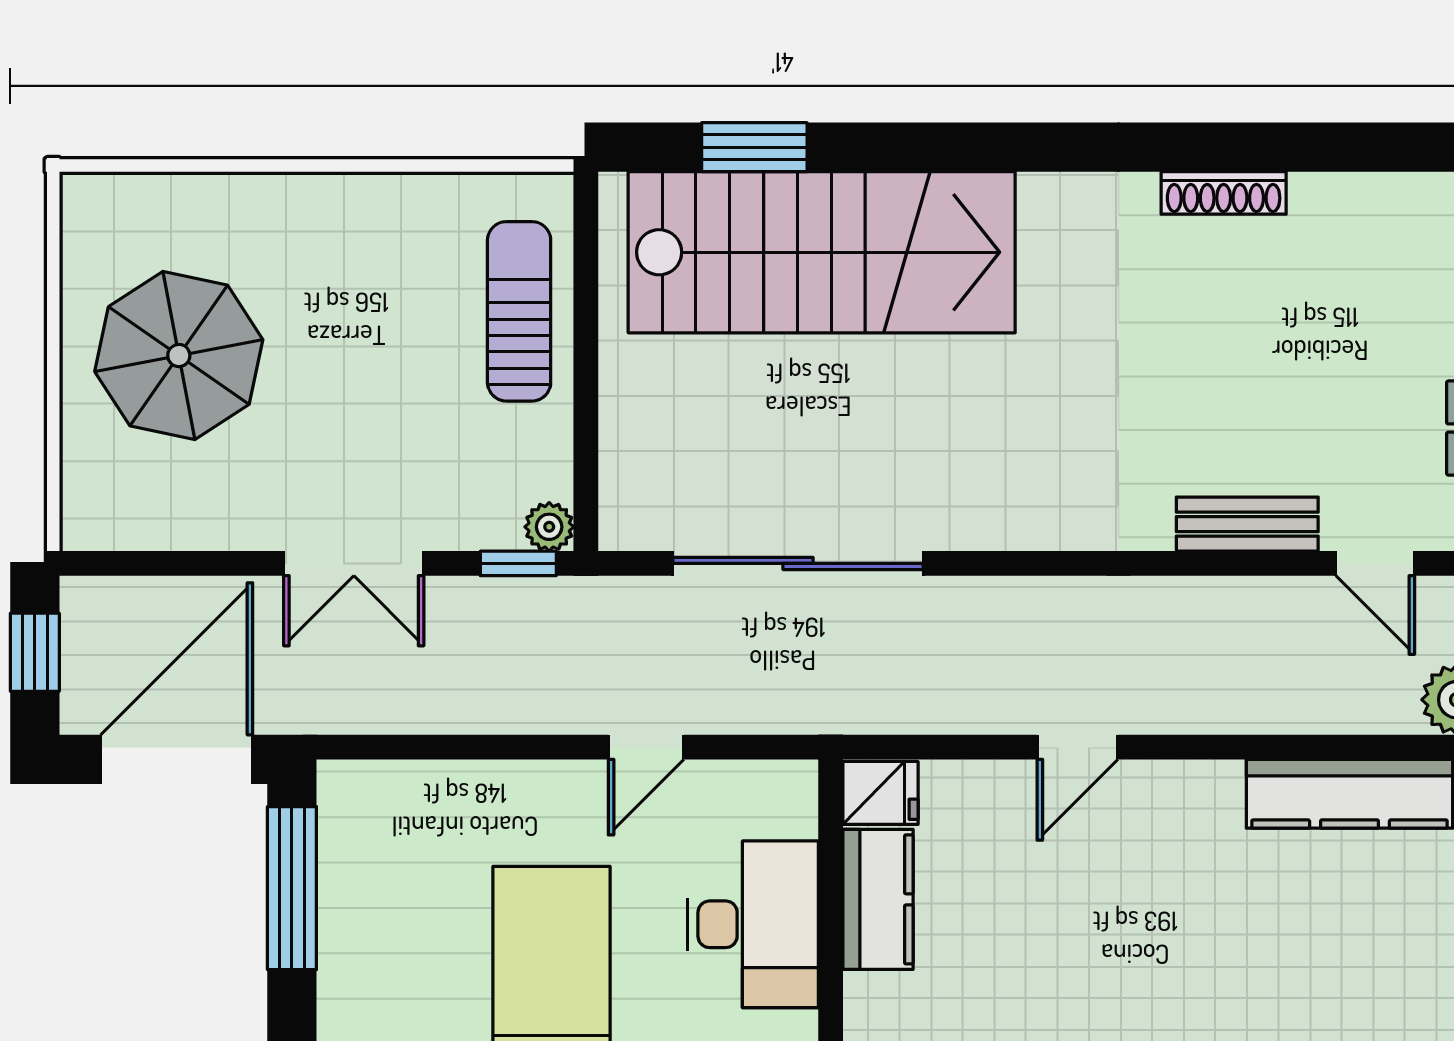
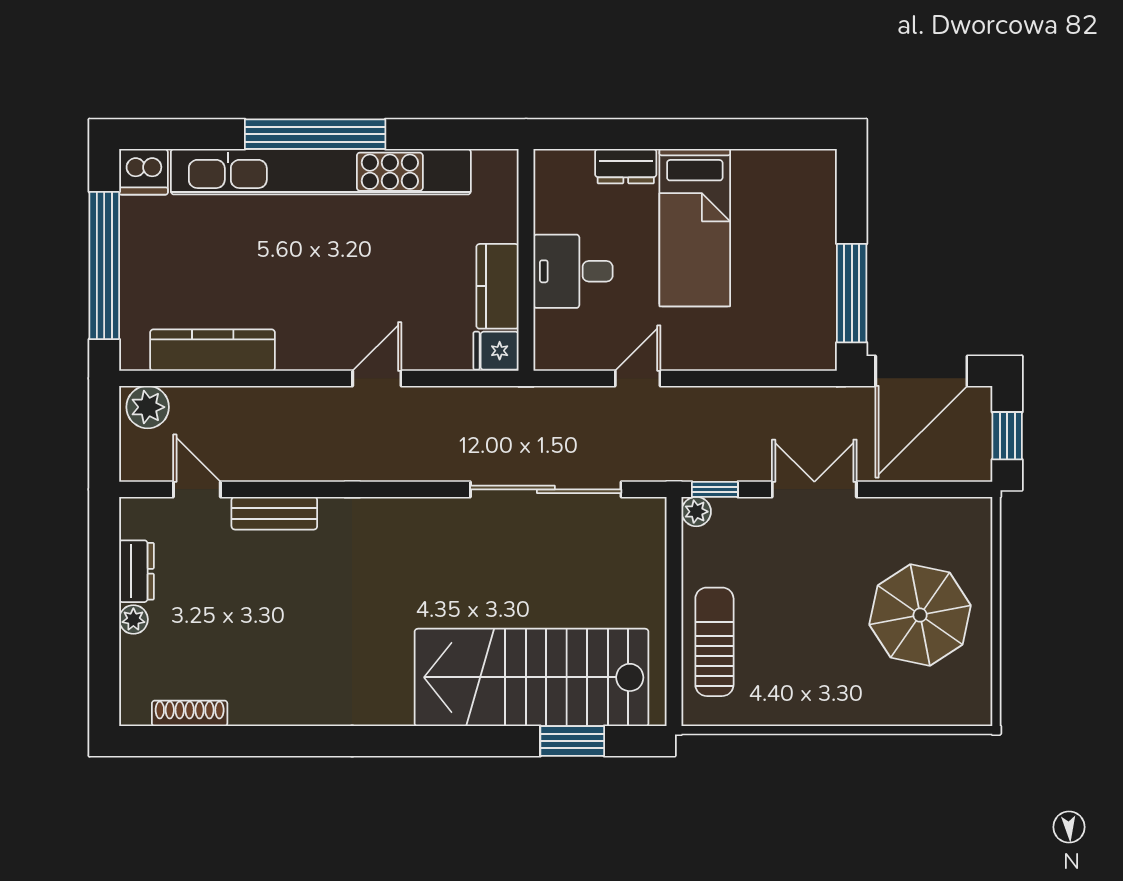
shoe rack: (1224, 193) -> (190, 713), moved
sun lounger: (519, 311) -> (714, 642), turned 180
desk: (753, 924) -> (573, 271), width x0.73

